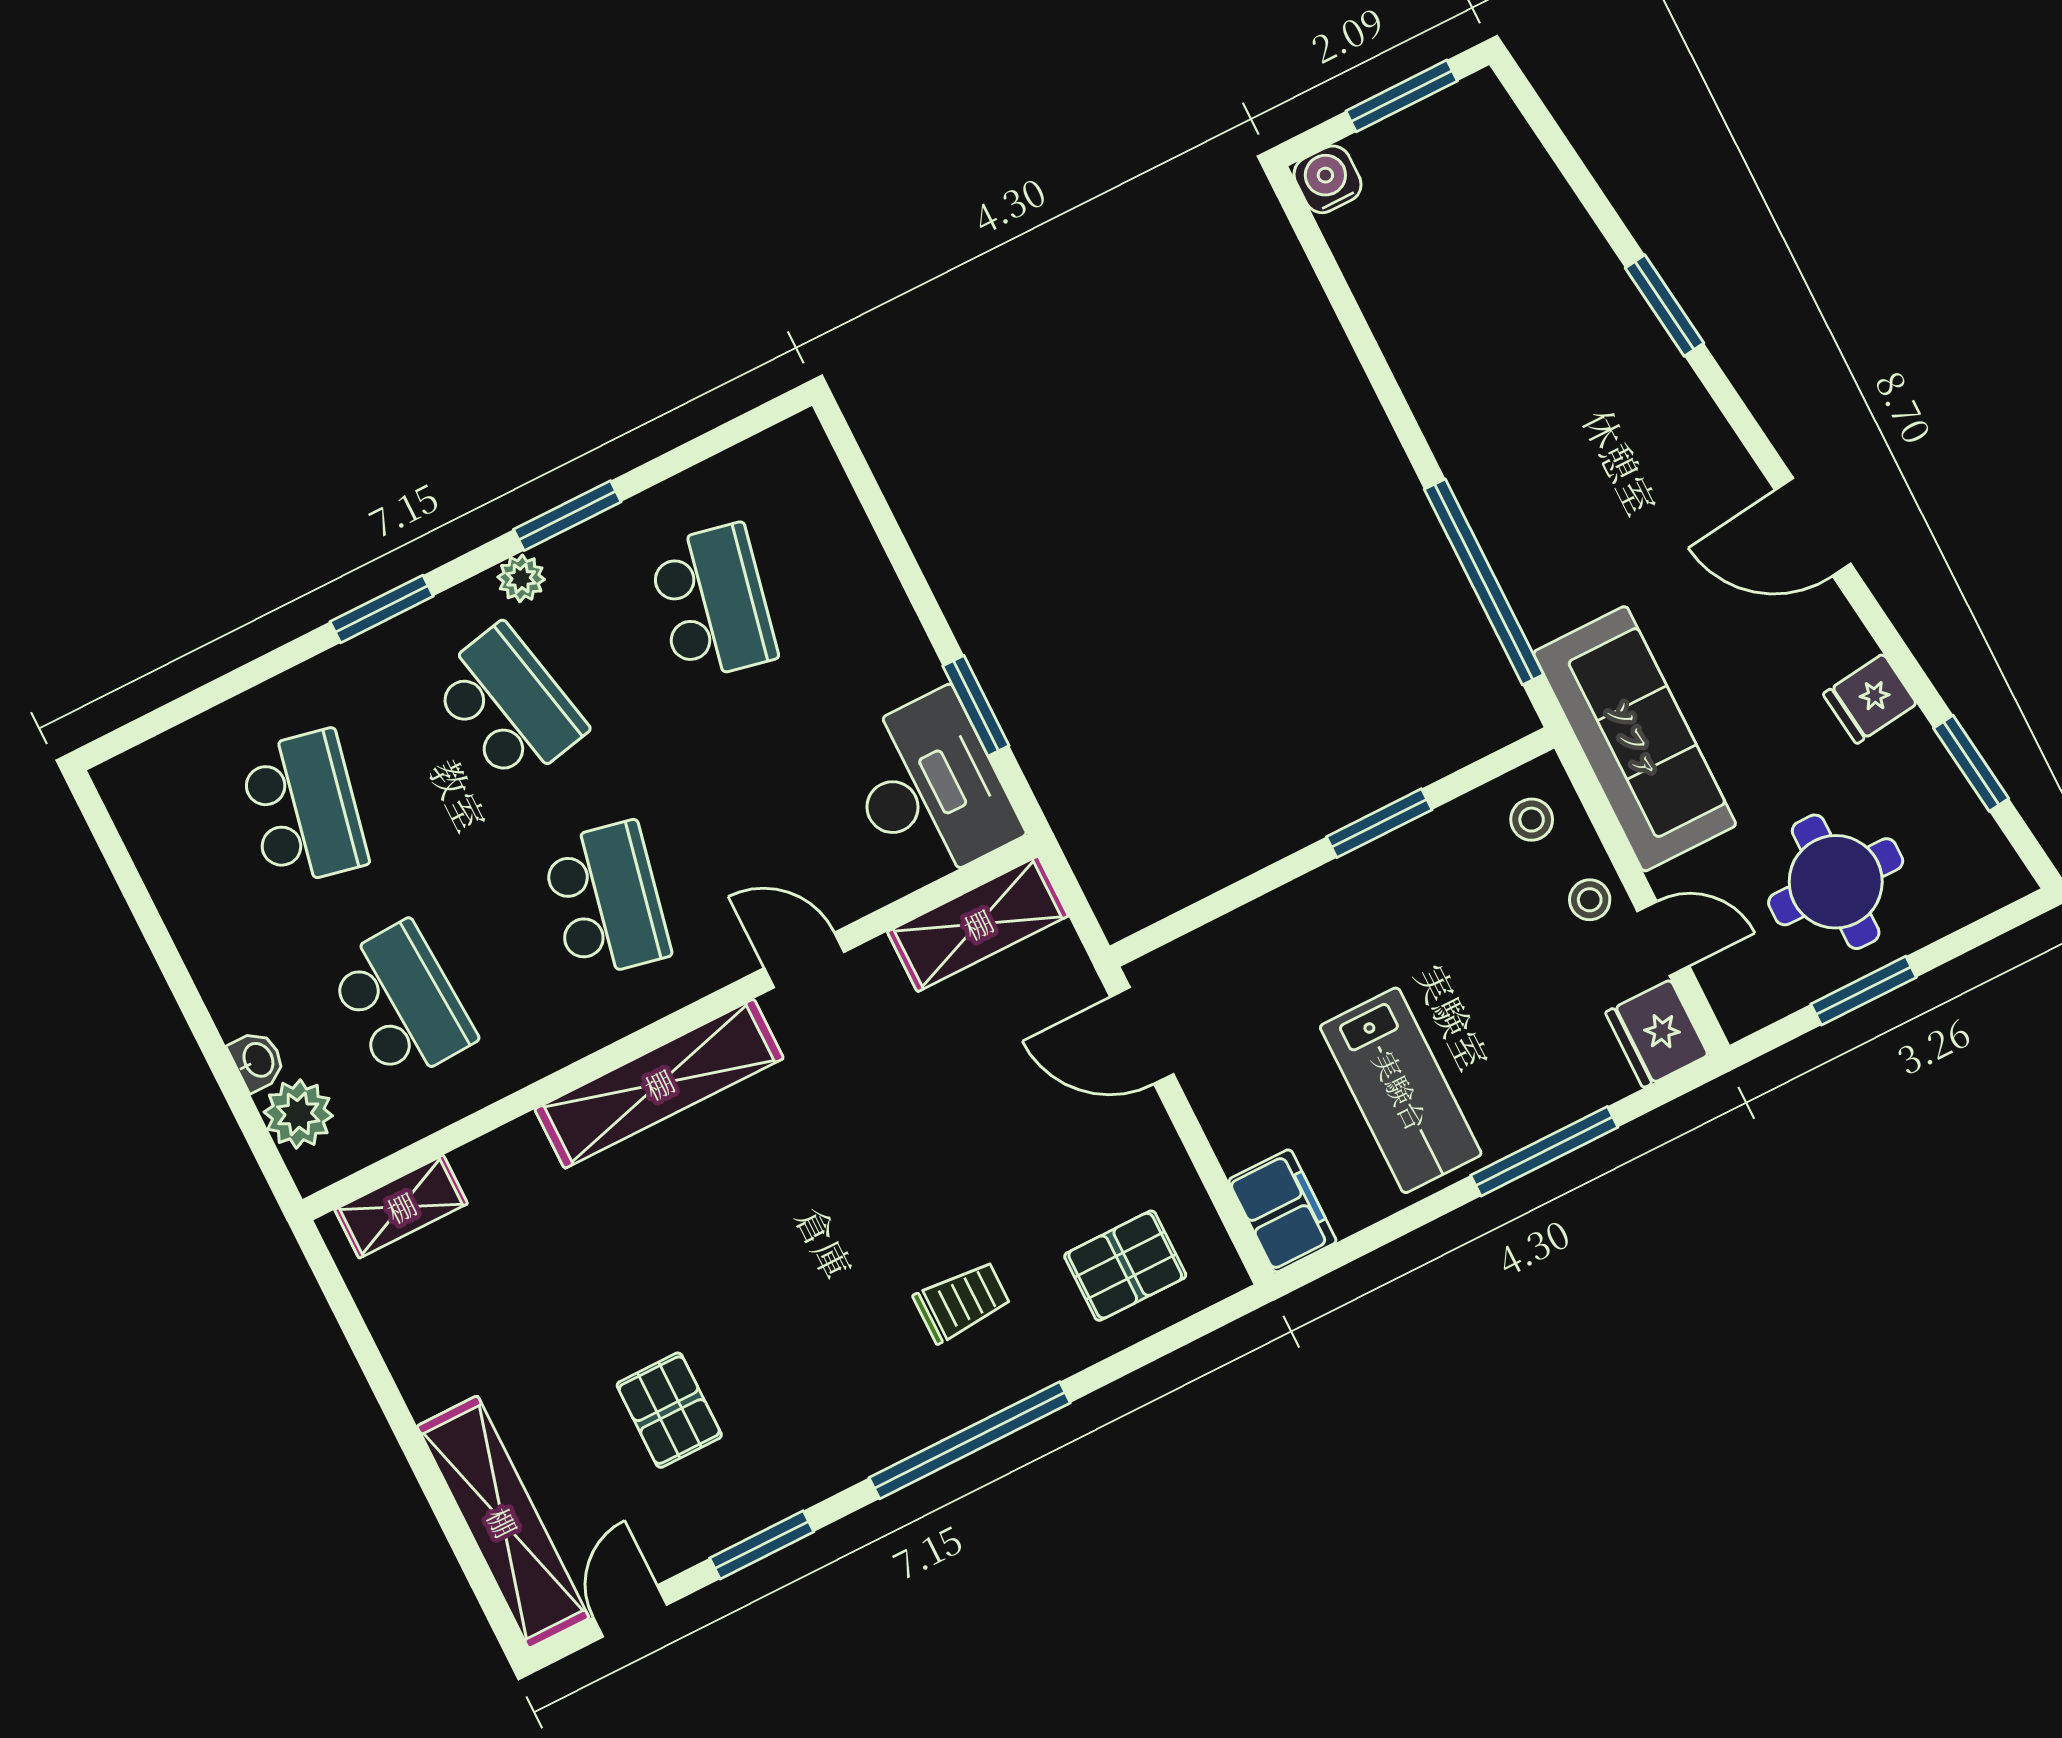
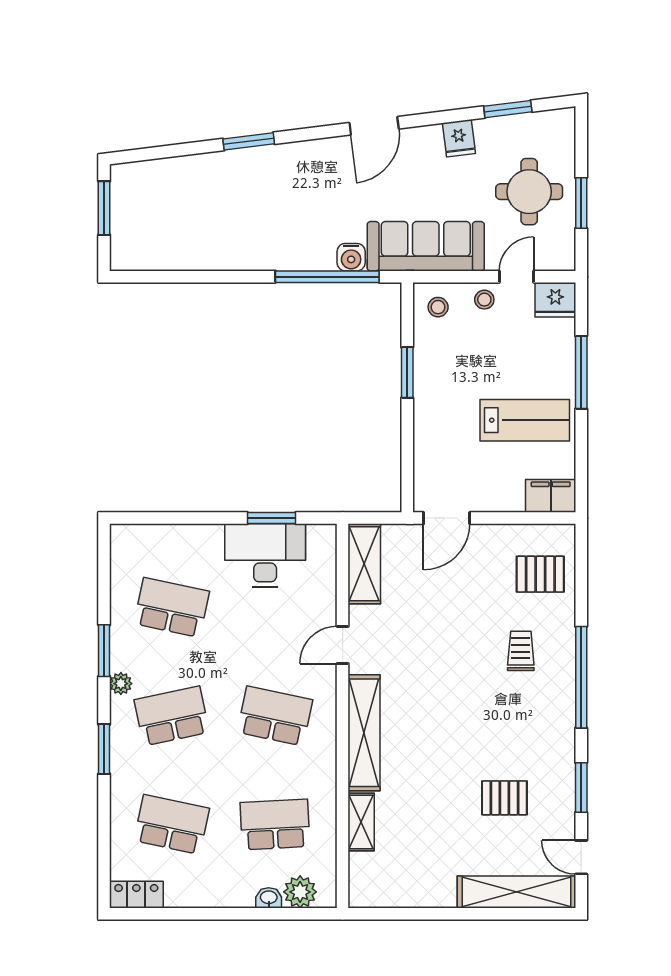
water cooler: (1328, 179) -> (351, 257), moved, turned -90
desk: (930, 788) -> (265, 555), moved
locker: (138, 808) -> (136, 895), added
shelving: (401, 1207) -> (361, 822), moved
pallet: (1125, 1266) -> (540, 574), turned 90

